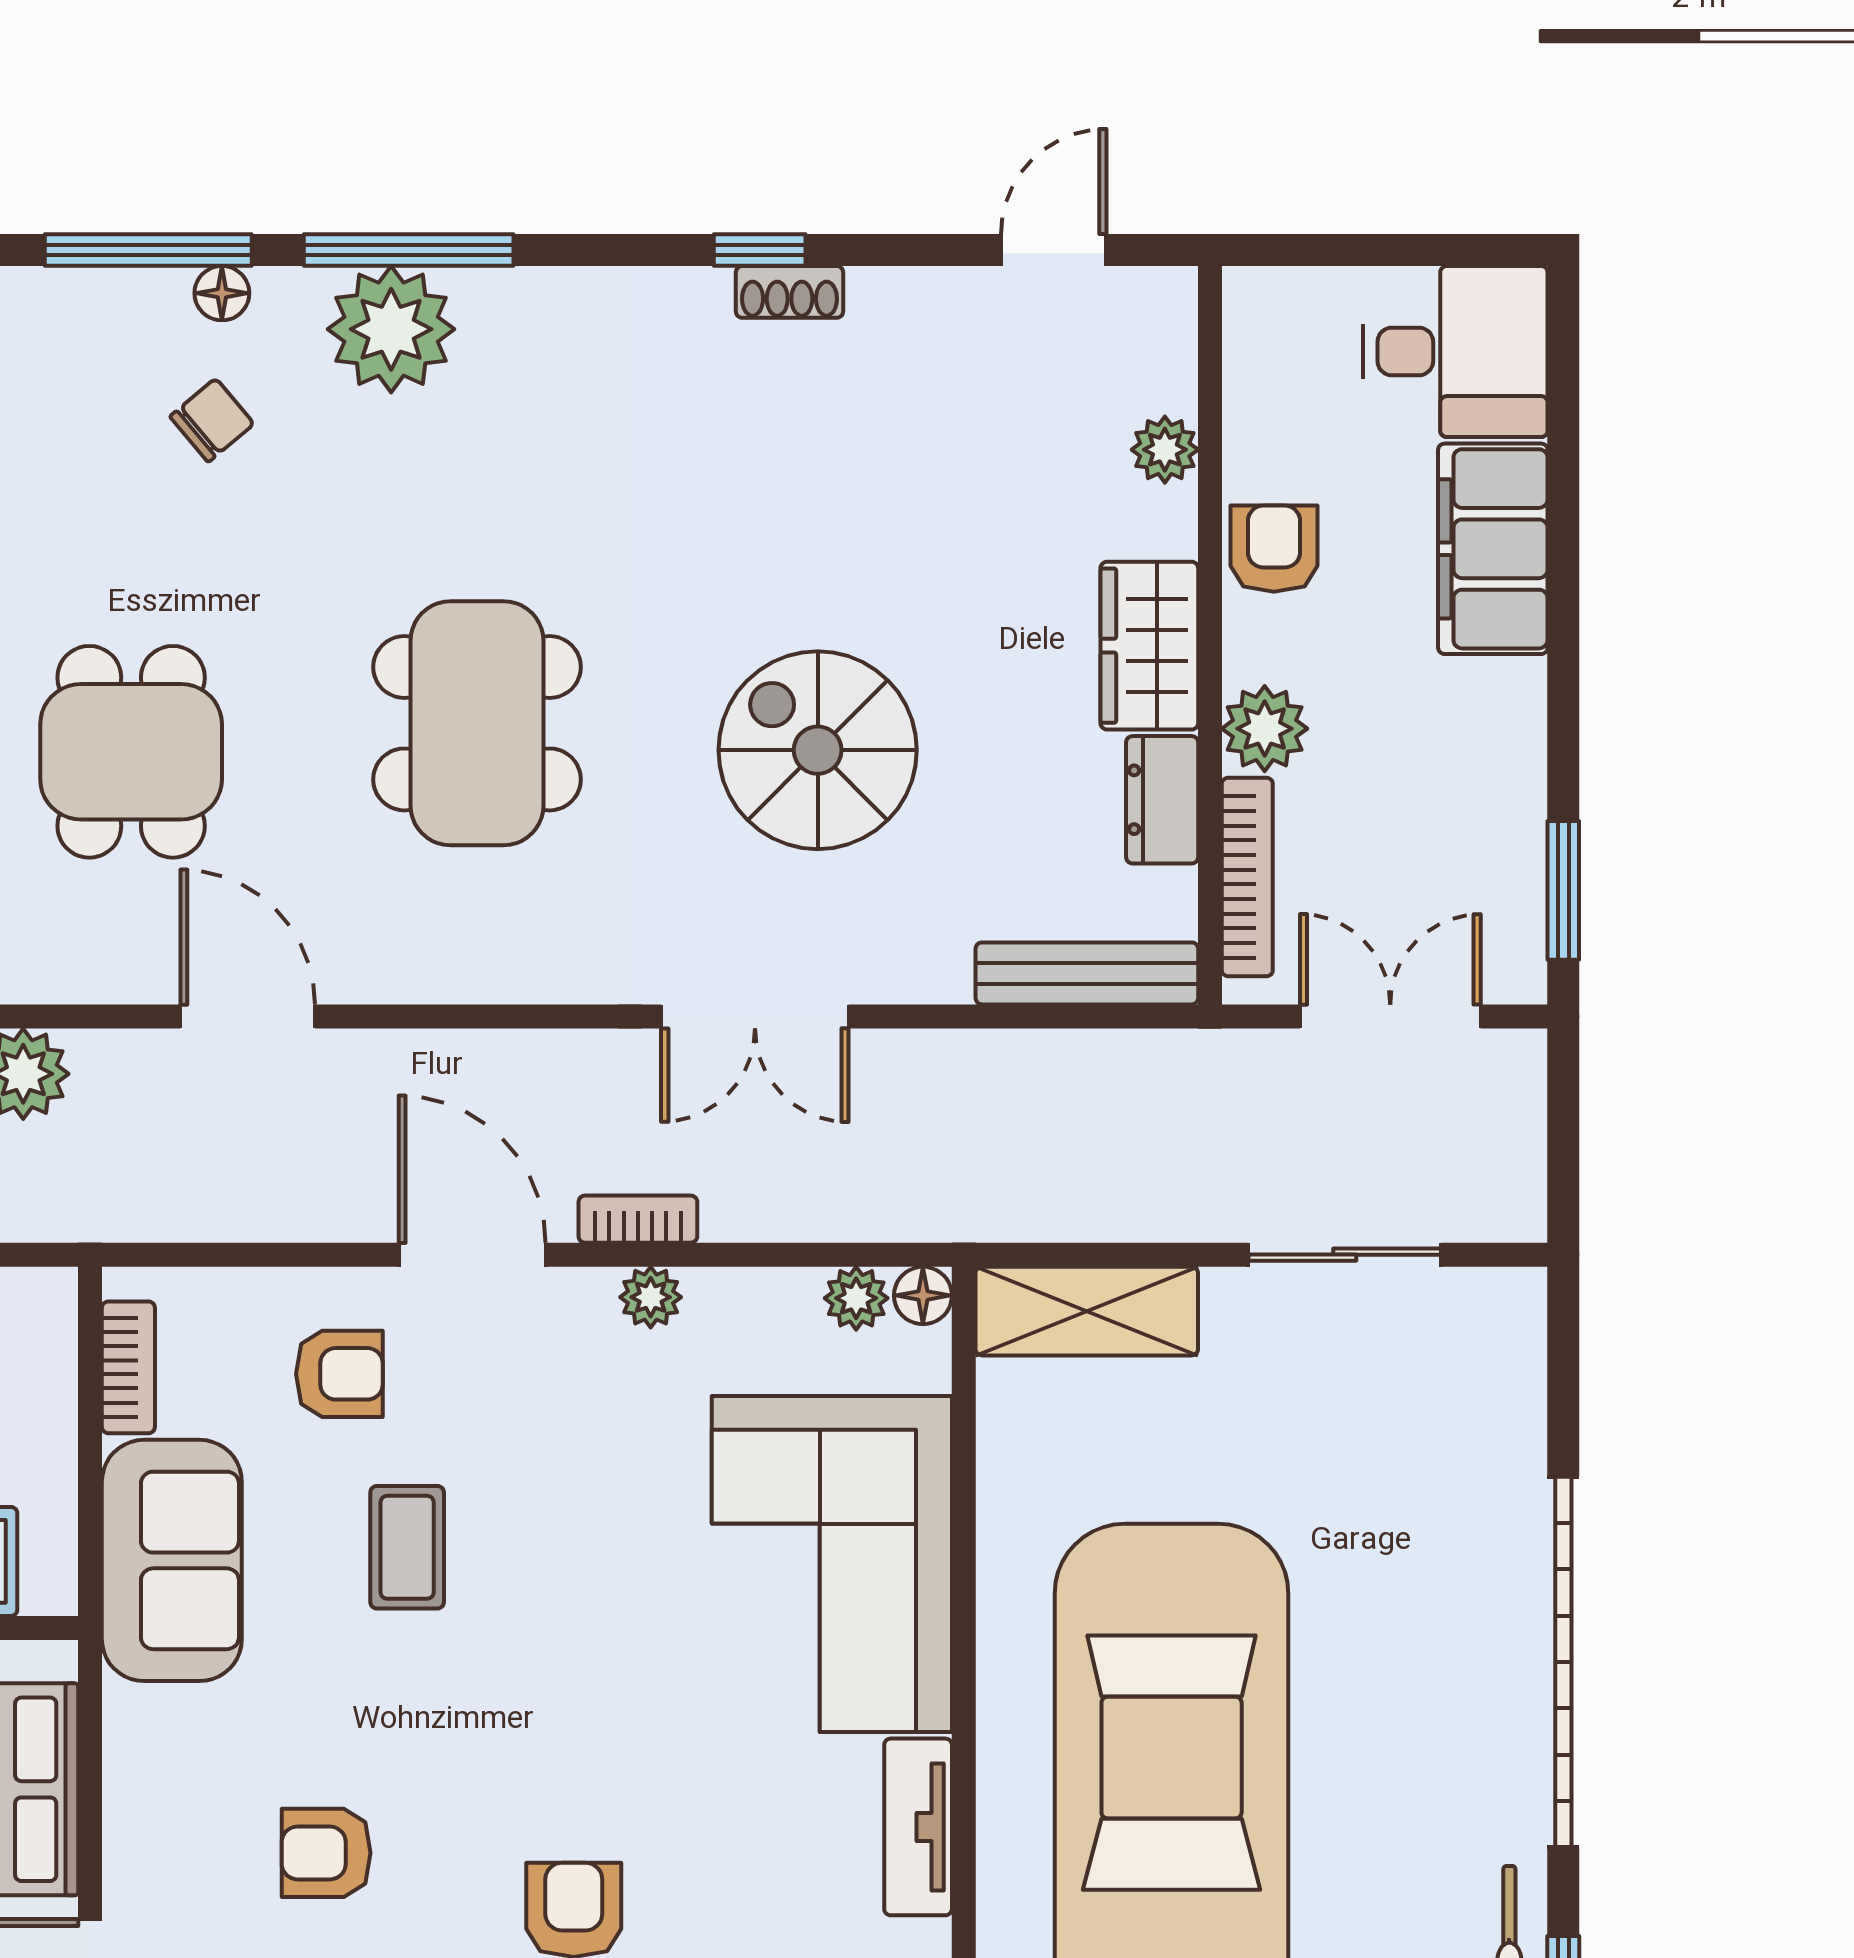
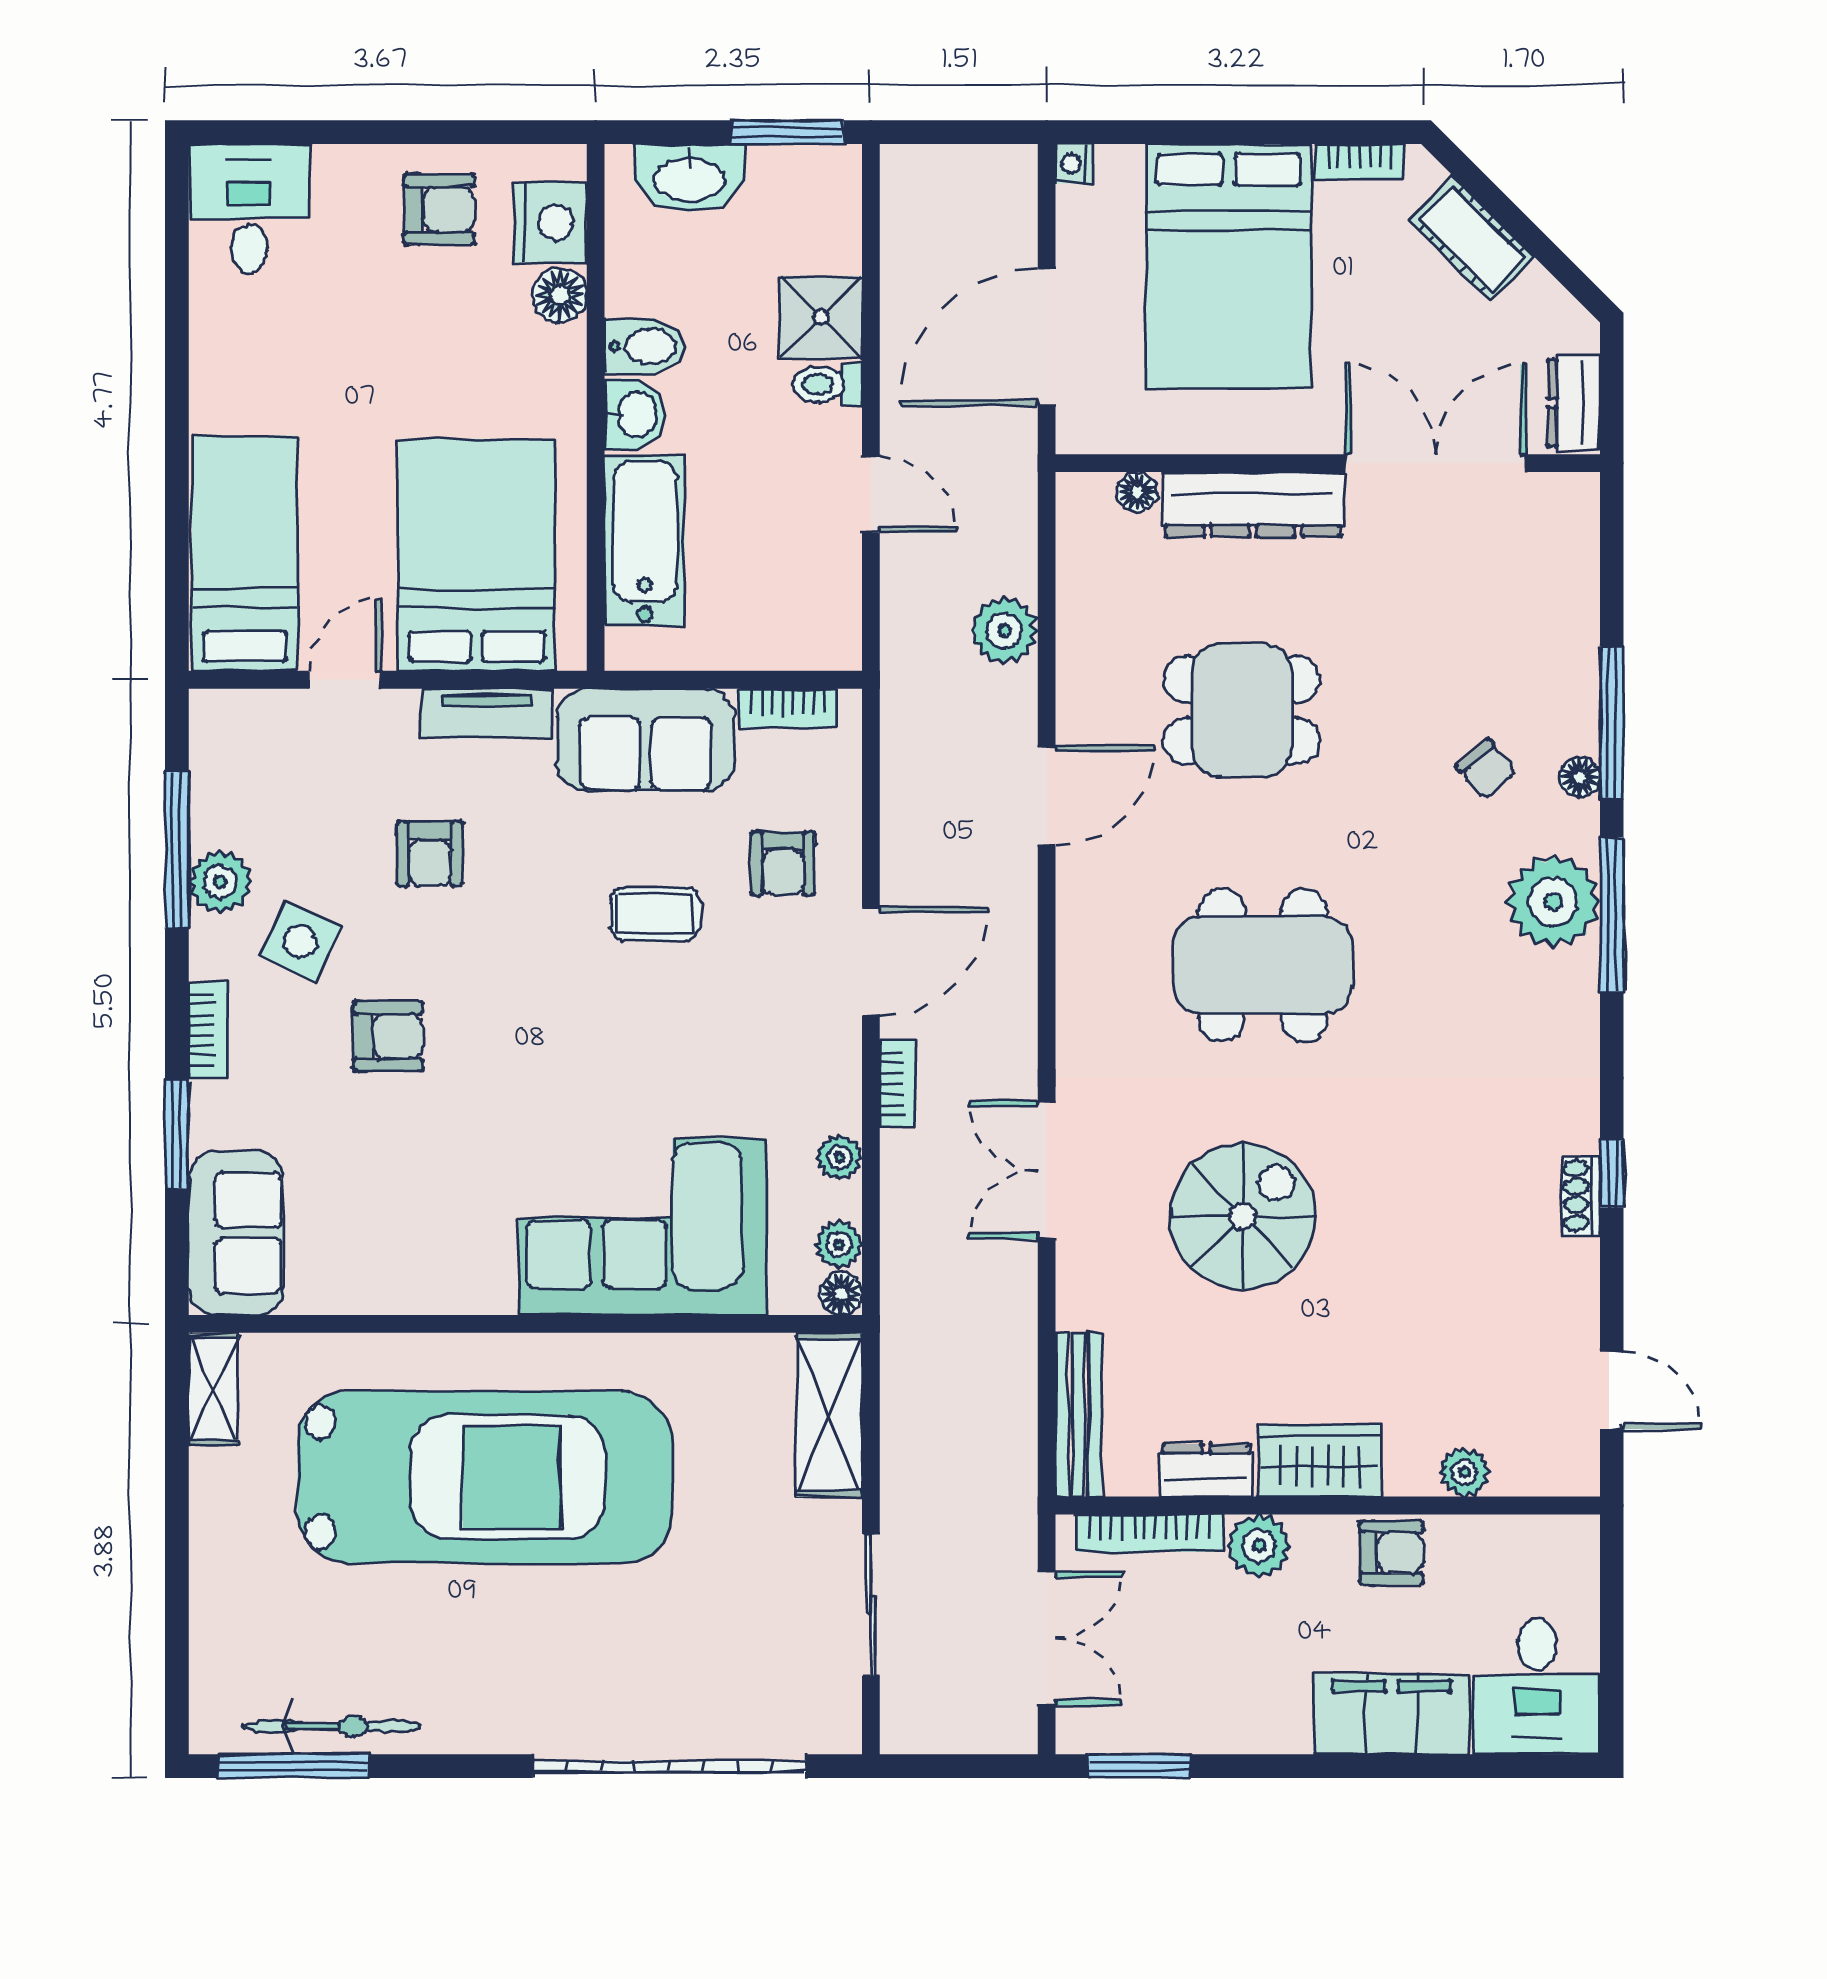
plant: (651, 1297) -> (840, 1157), moved
garage door: (1563, 1662) -> (669, 1766), moved
tv unit: (918, 1827) -> (486, 713), moved, turned 180
armchair: (326, 1853) -> (430, 854), turned 180

